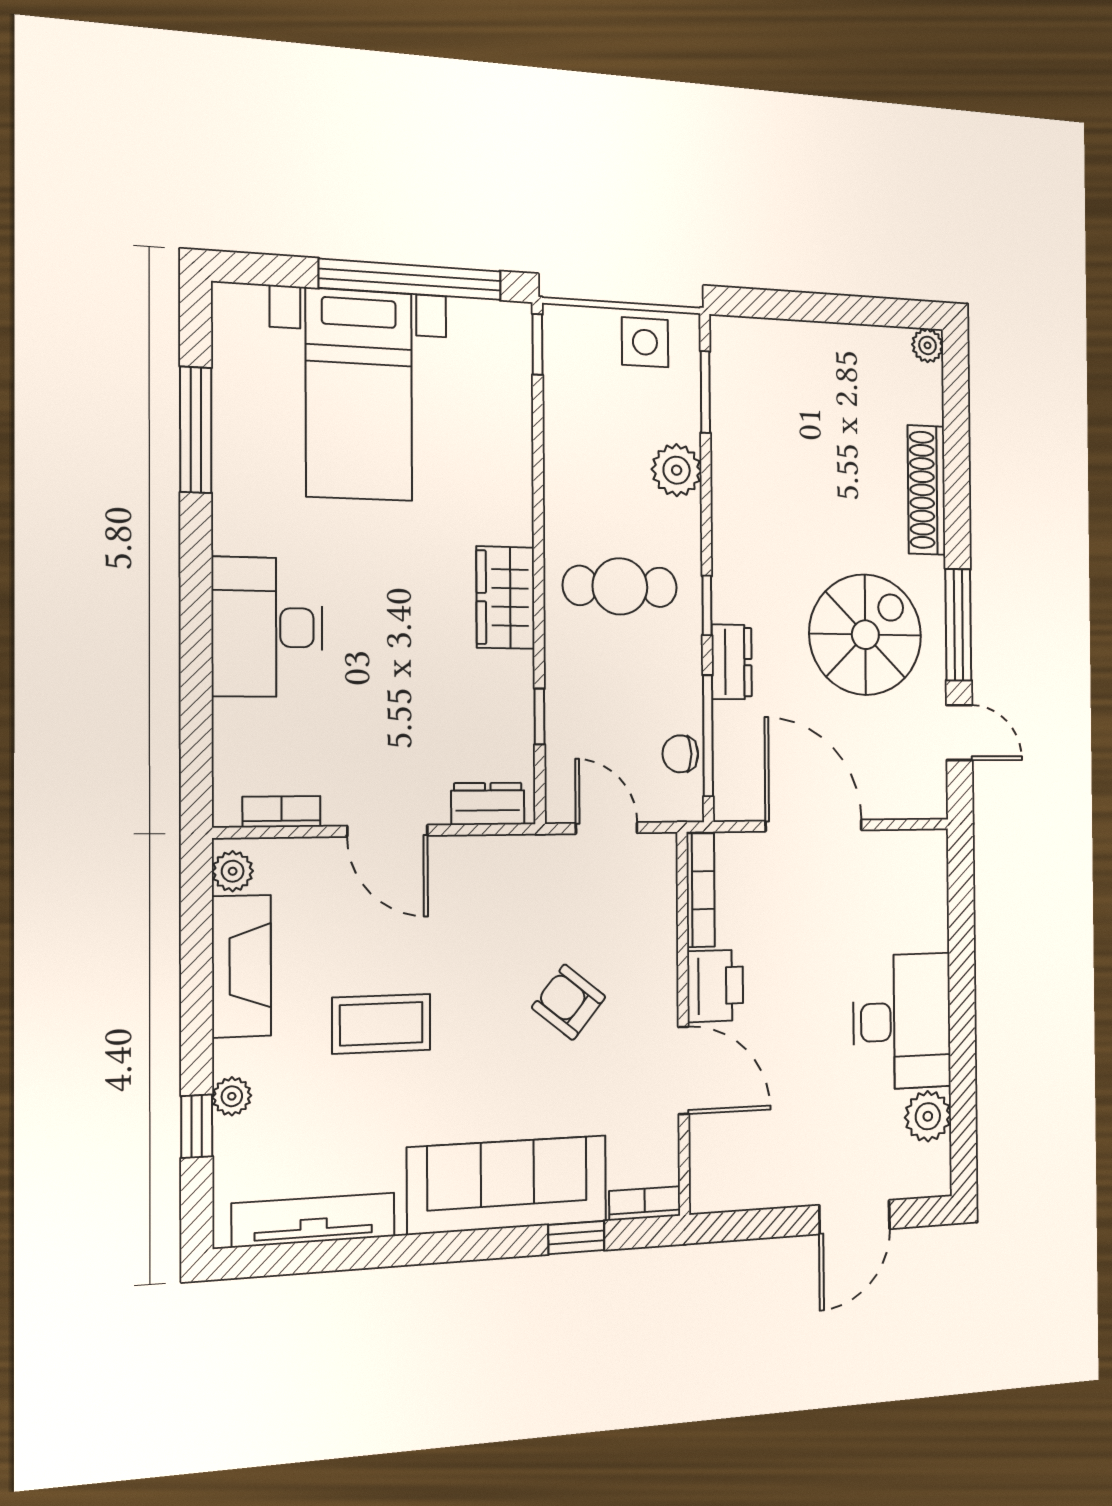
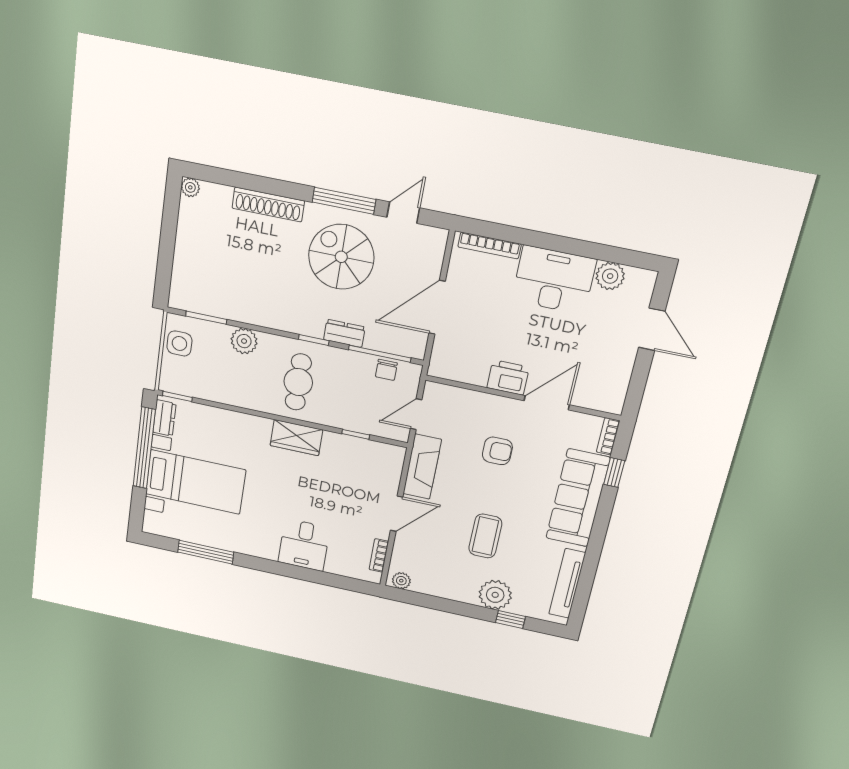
desk: (267, 627) -> (304, 545), width x0.73
dresser: (488, 804) -> (164, 418), moved, turned 180
bookcase: (701, 890) -> (489, 245), moved, turned 180
fireplace: (242, 966) -> (422, 467), moved, turned 90
armchair: (569, 1002) -> (497, 451), turned -129
plant: (232, 1096) -> (495, 595), width x1.88, depth x1.88

